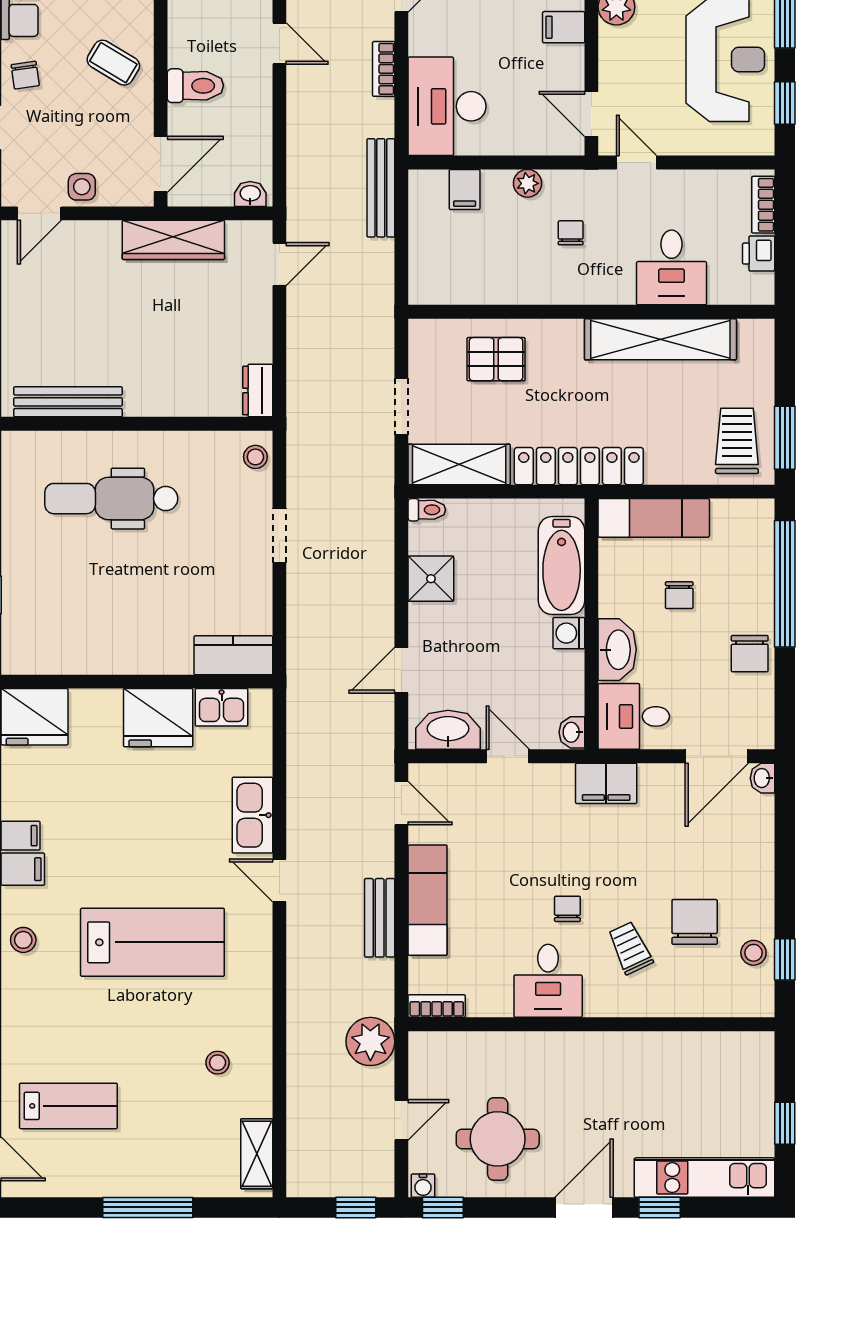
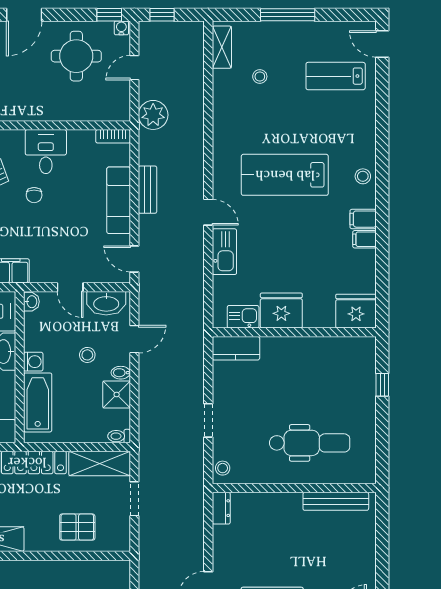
bidet: (424, 615) -> (121, 373), added
stool: (479, 644) -> (87, 355), added
stool: (218, 1063) -> (260, 76), moved

